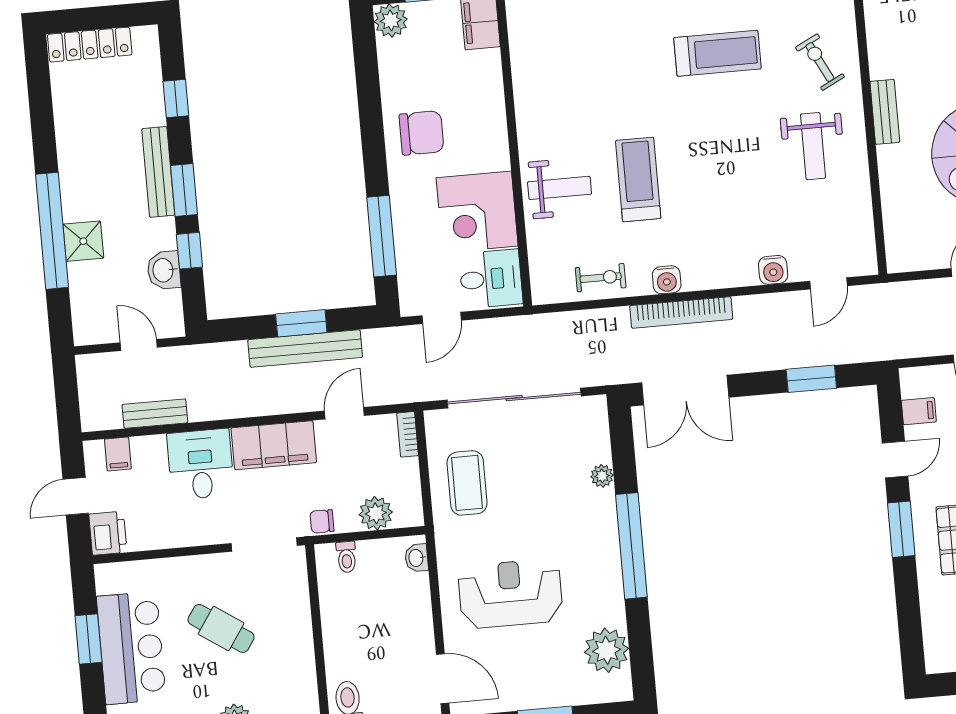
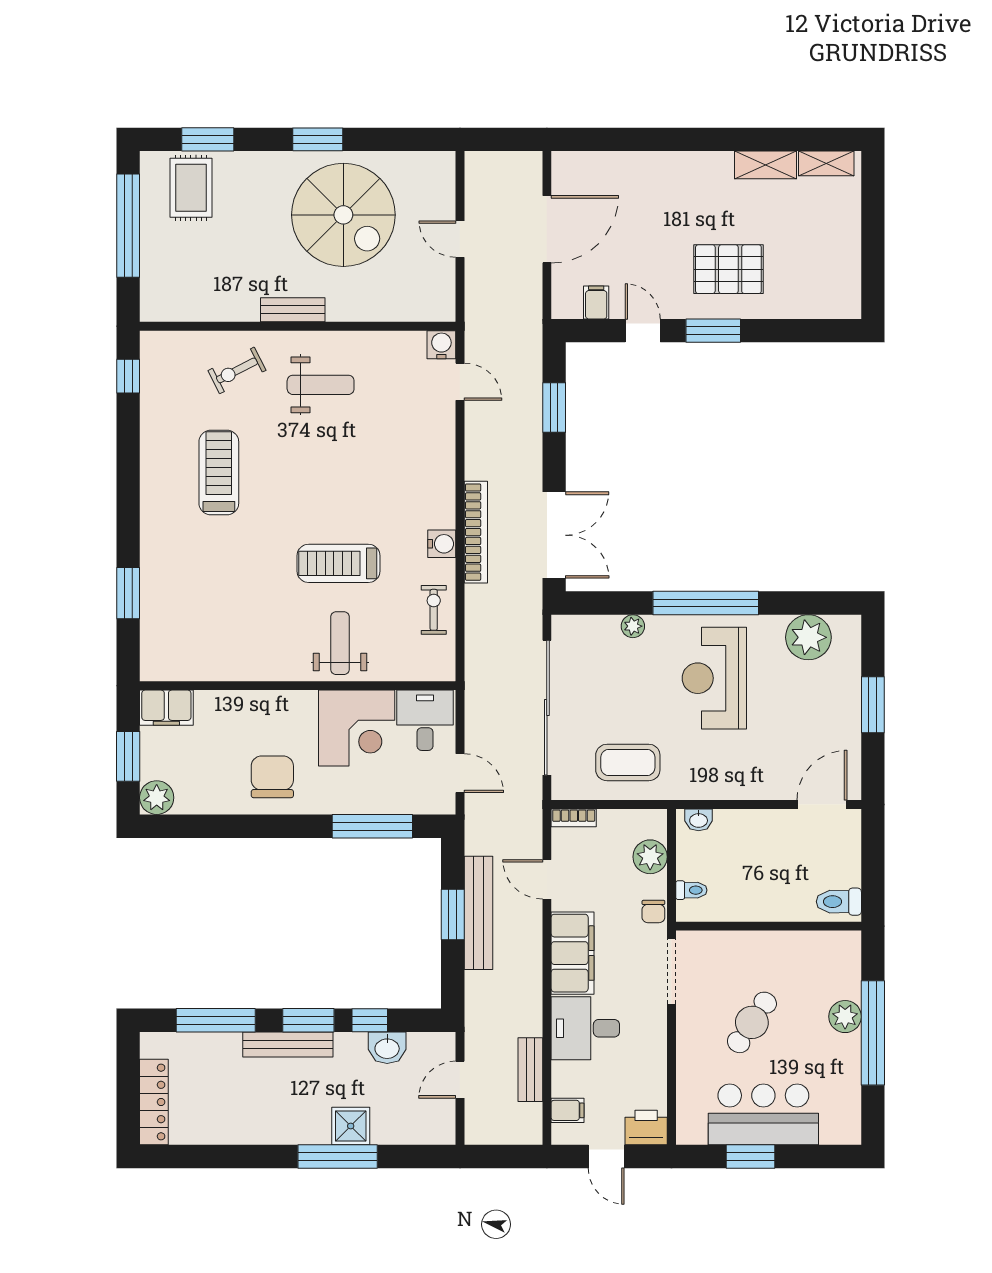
window: (176, 98) -> (216, 1020), width x2.17
window: (52, 231) -> (338, 1157), width x0.68
water cooler: (773, 270) -> (441, 345), moved, turned -90
reception desk: (510, 594) -> (714, 678), moved

